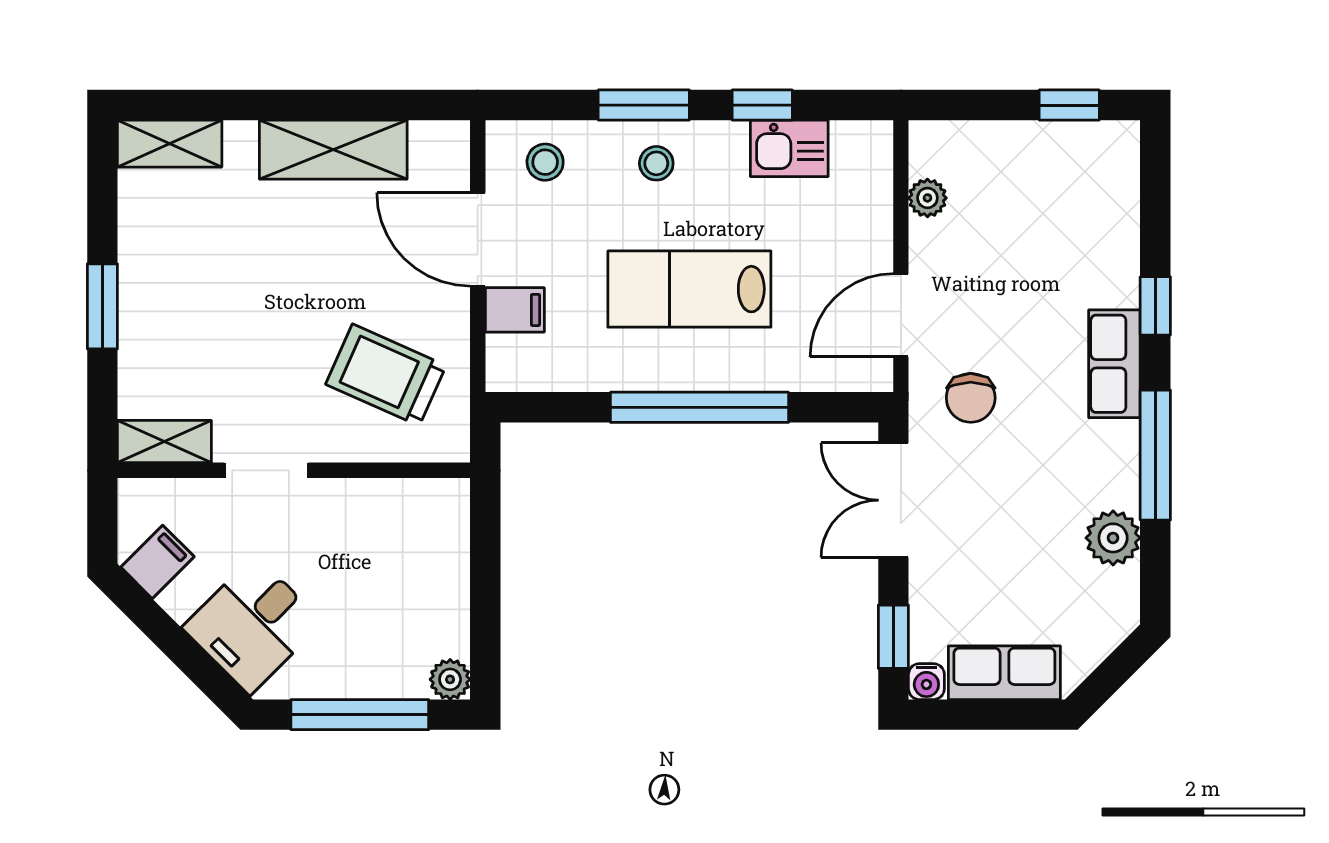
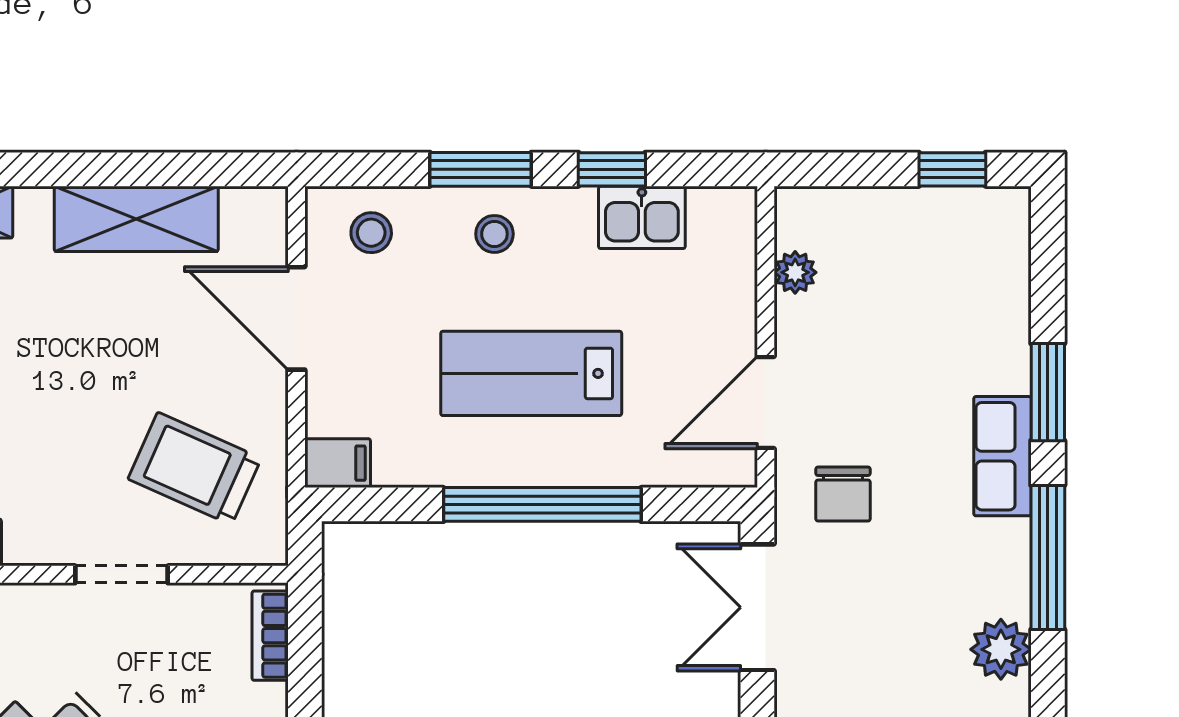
window: (1155, 306) -> (1048, 392), width x1.50
filing cabinet: (515, 310) -> (338, 463), moved
doorway: (266, 470) -> (122, 574), moved
bookcase: (454, 526) -> (270, 636), added

